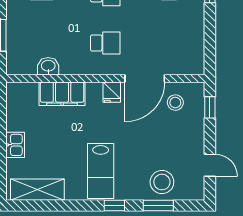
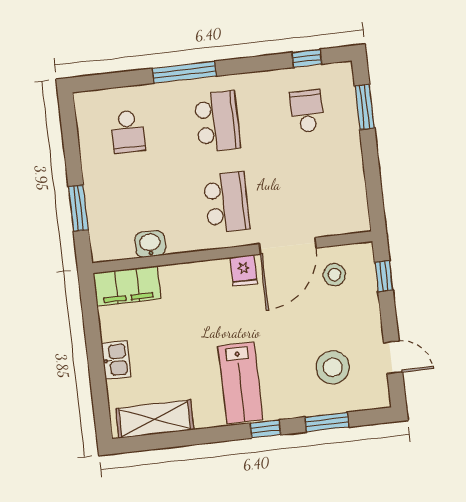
school desk: (105, 43) -> (227, 202), width x1.85
filing cabinet: (62, 94) -> (127, 286), moved
stool: (162, 182) -> (333, 367), moved

